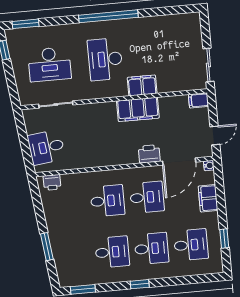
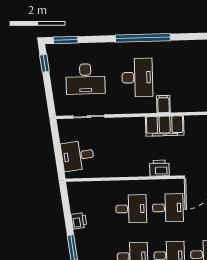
desk: (105, 59) -> (137, 78), turned 180
filing cabinet: (142, 85) -> (163, 104), width x0.50
printer: (149, 154) -> (159, 168), moved
printer: (52, 182) -> (79, 221), moved, turned -97

